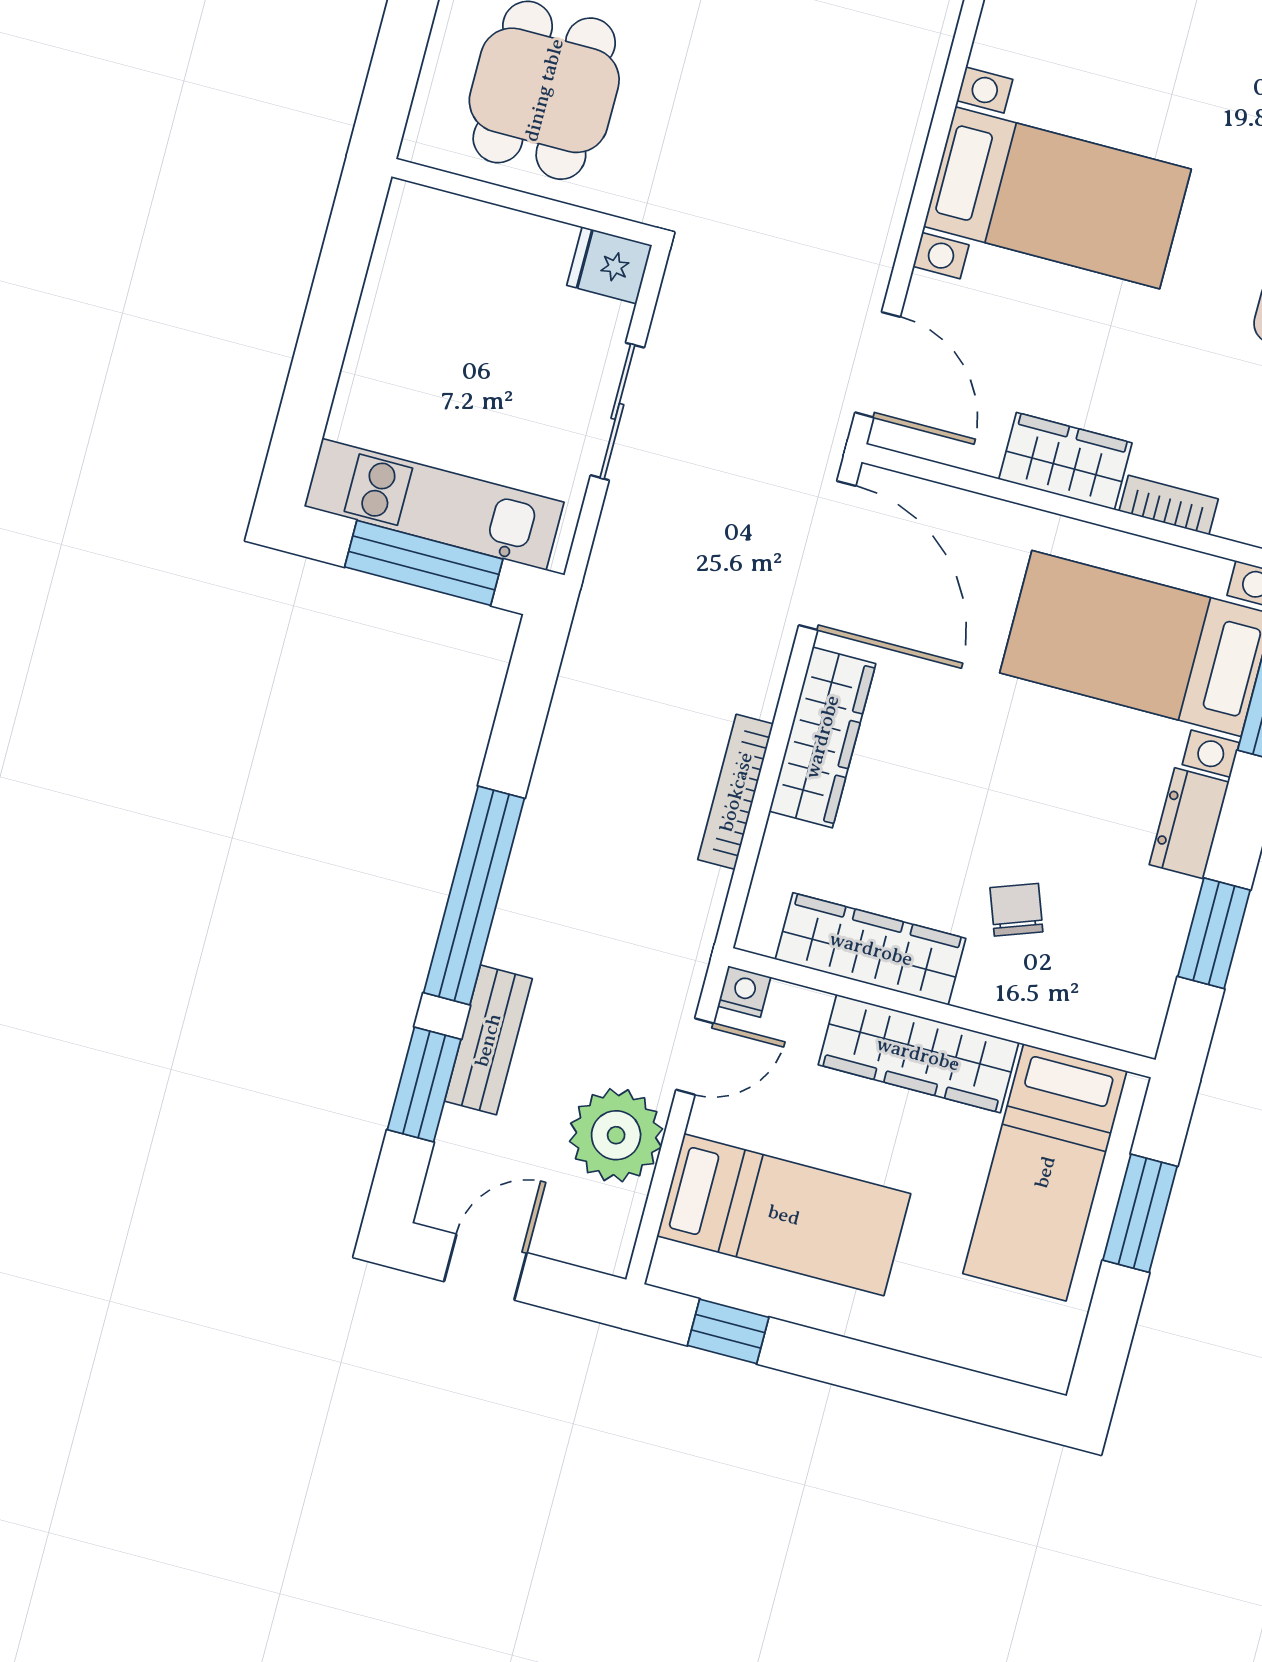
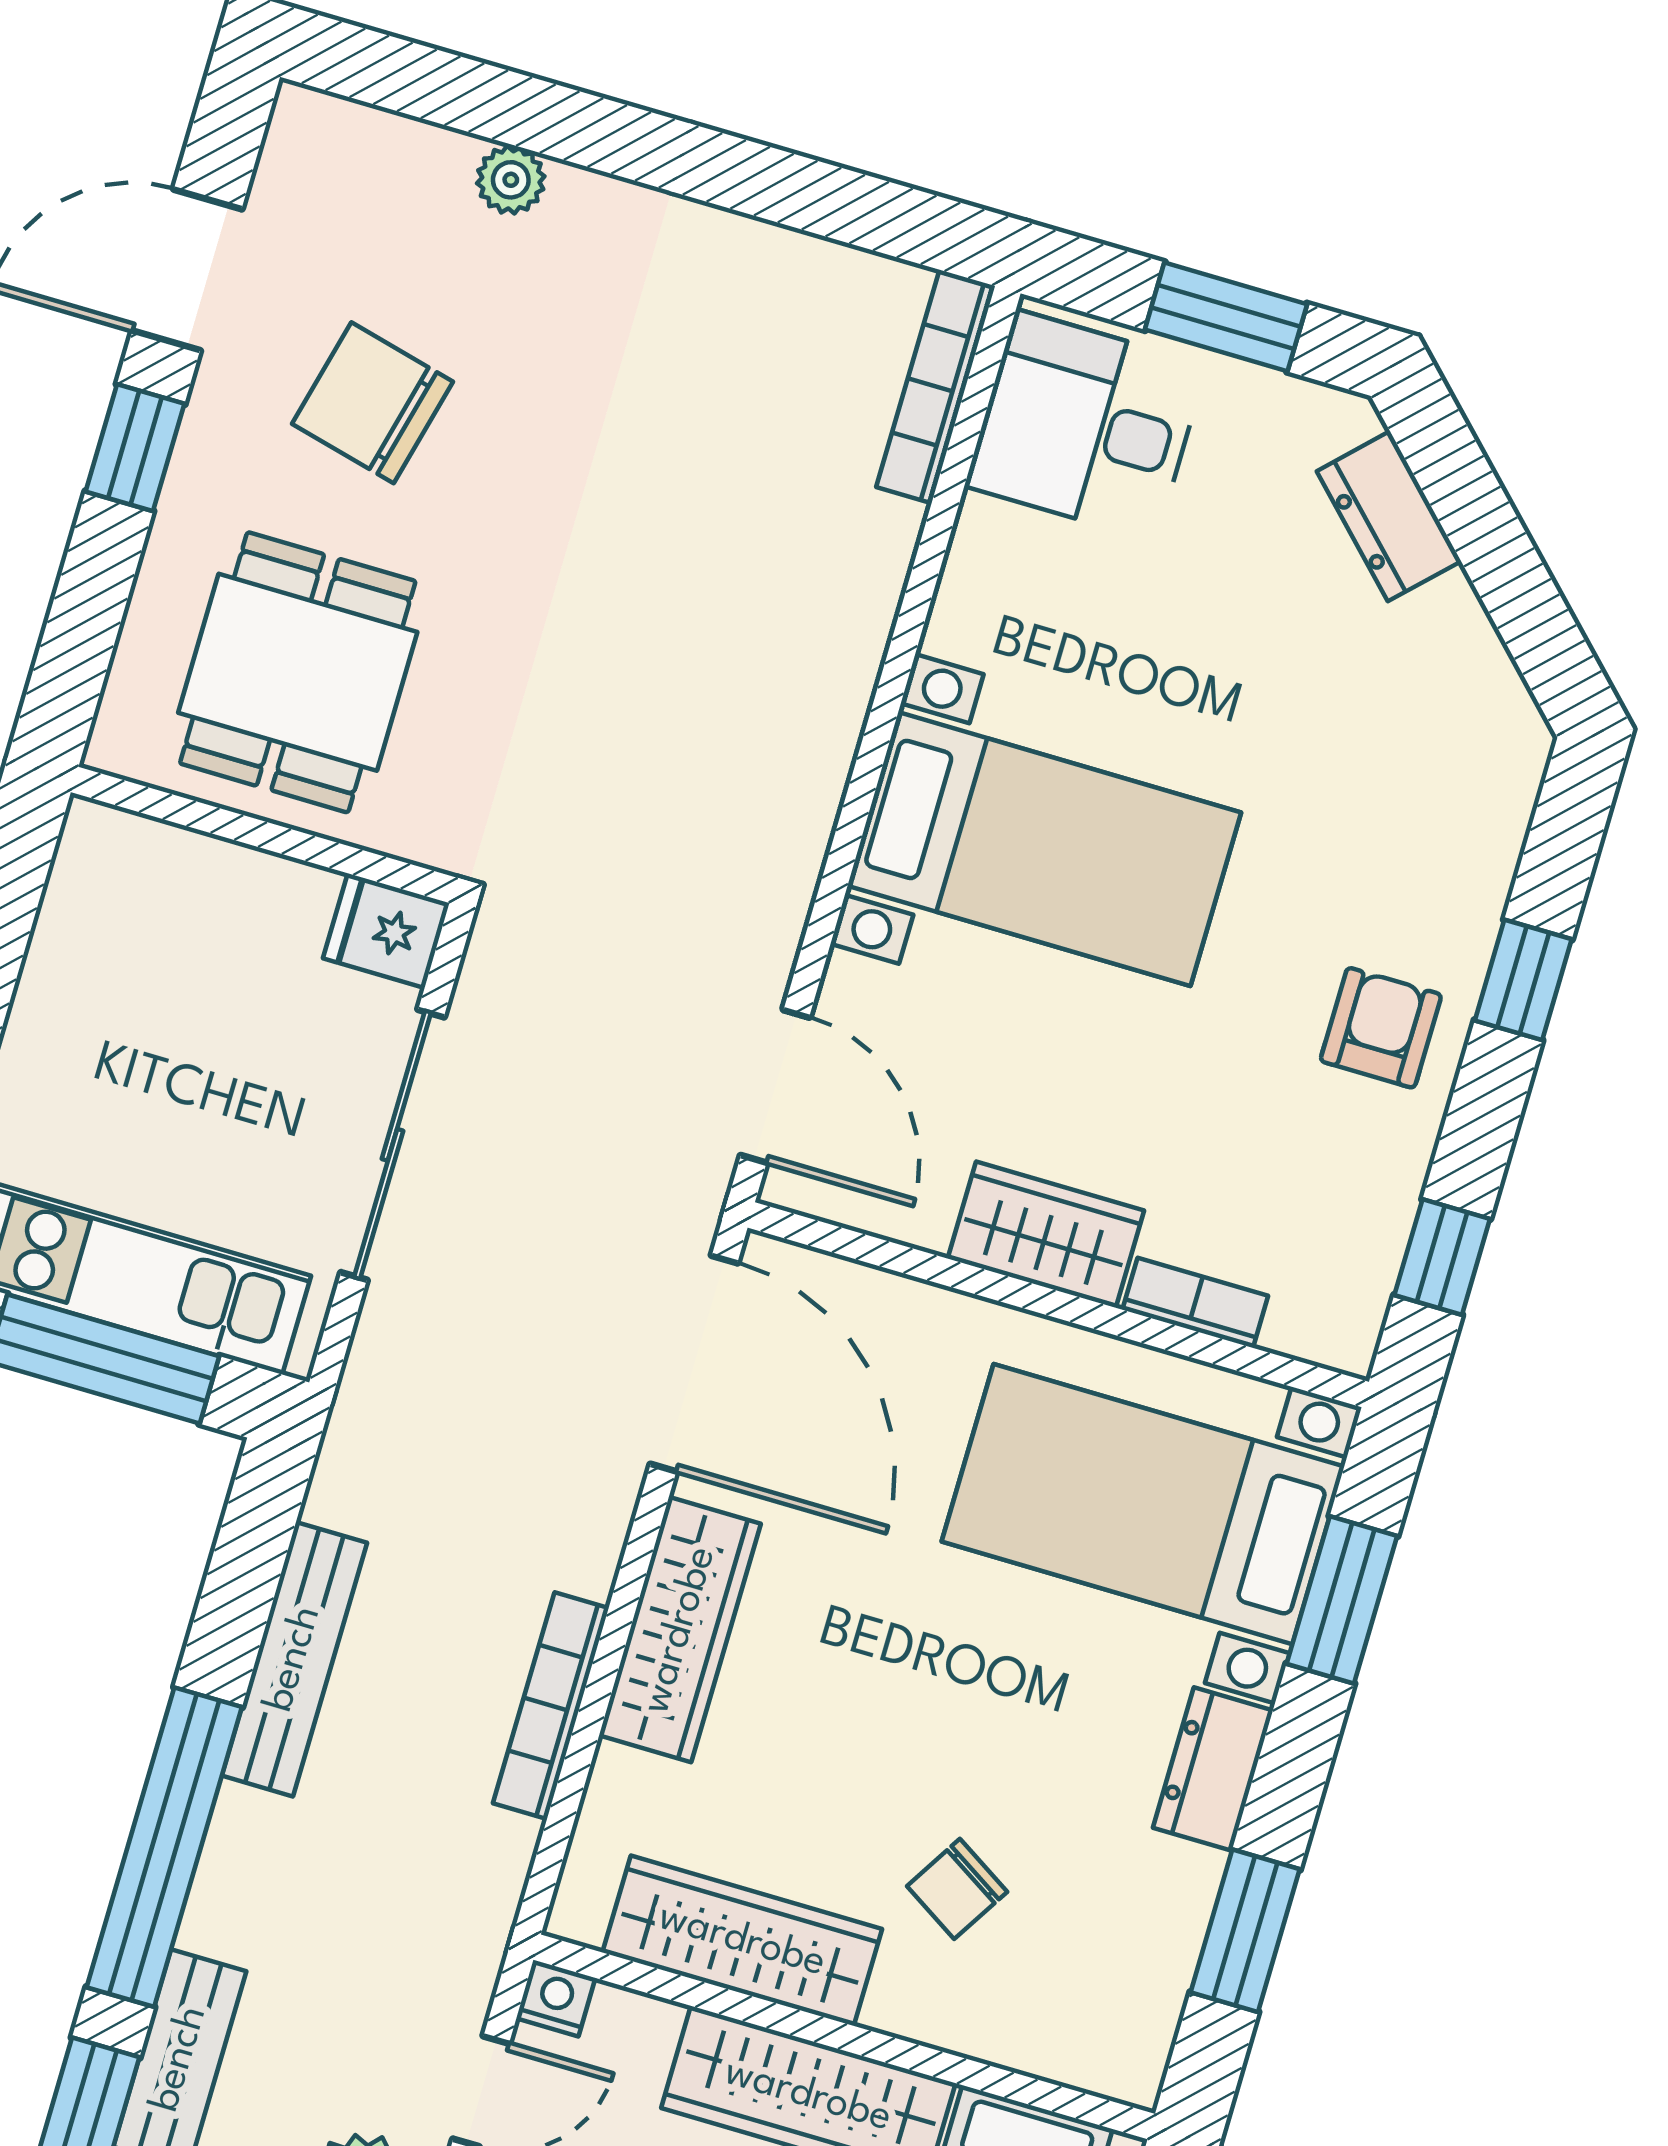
sliding door: (617, 411) -> (392, 1145), width x1.37
bench: (560, 765) -> (294, 1659), added
chair: (1016, 910) -> (957, 1889), turned -128

